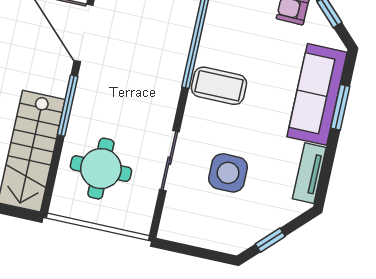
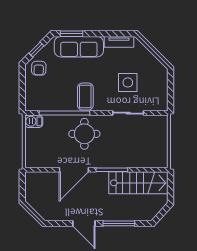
window: (340, 107) -> (72, 34), moved
round table: (101, 169) -> (84, 134), moved
window: (270, 240) -> (157, 54), removed

